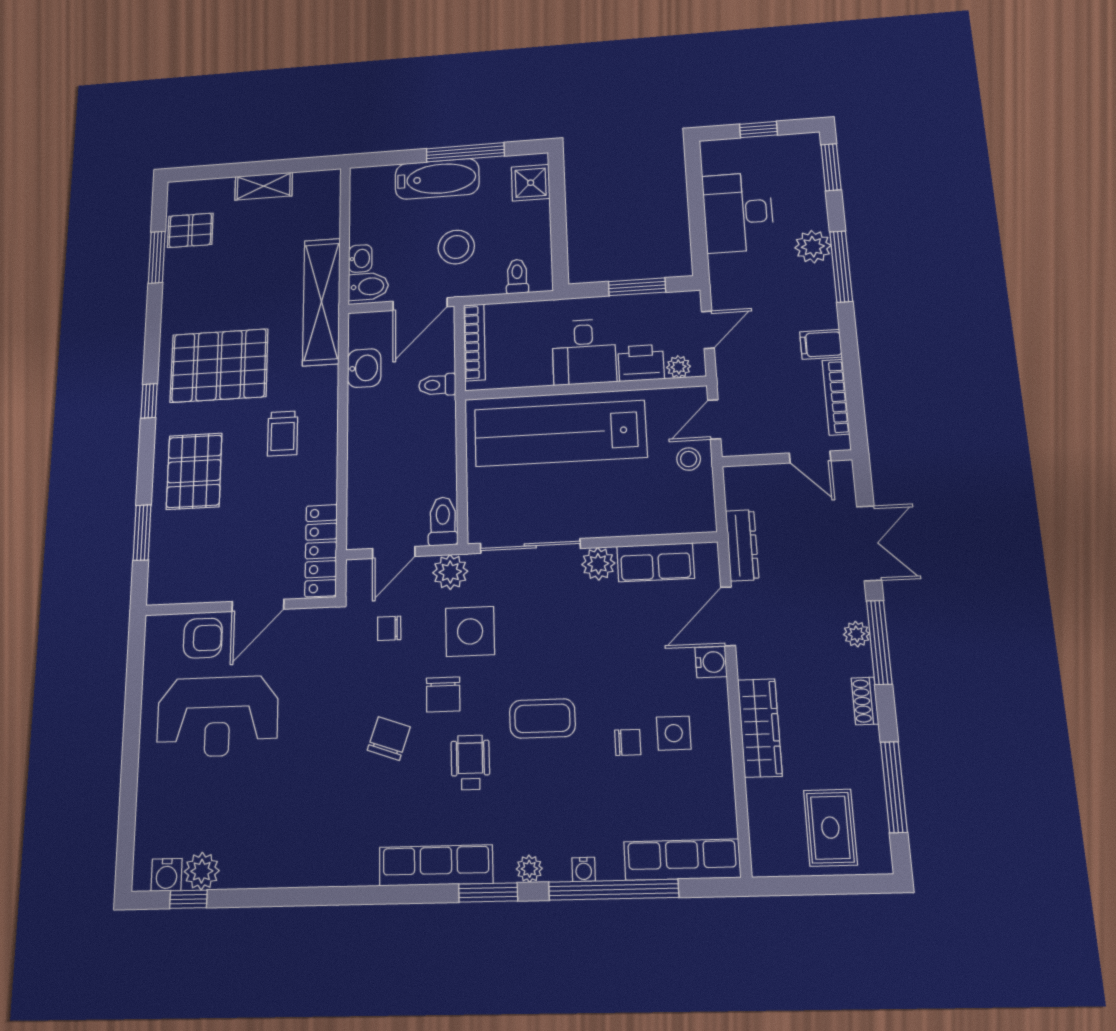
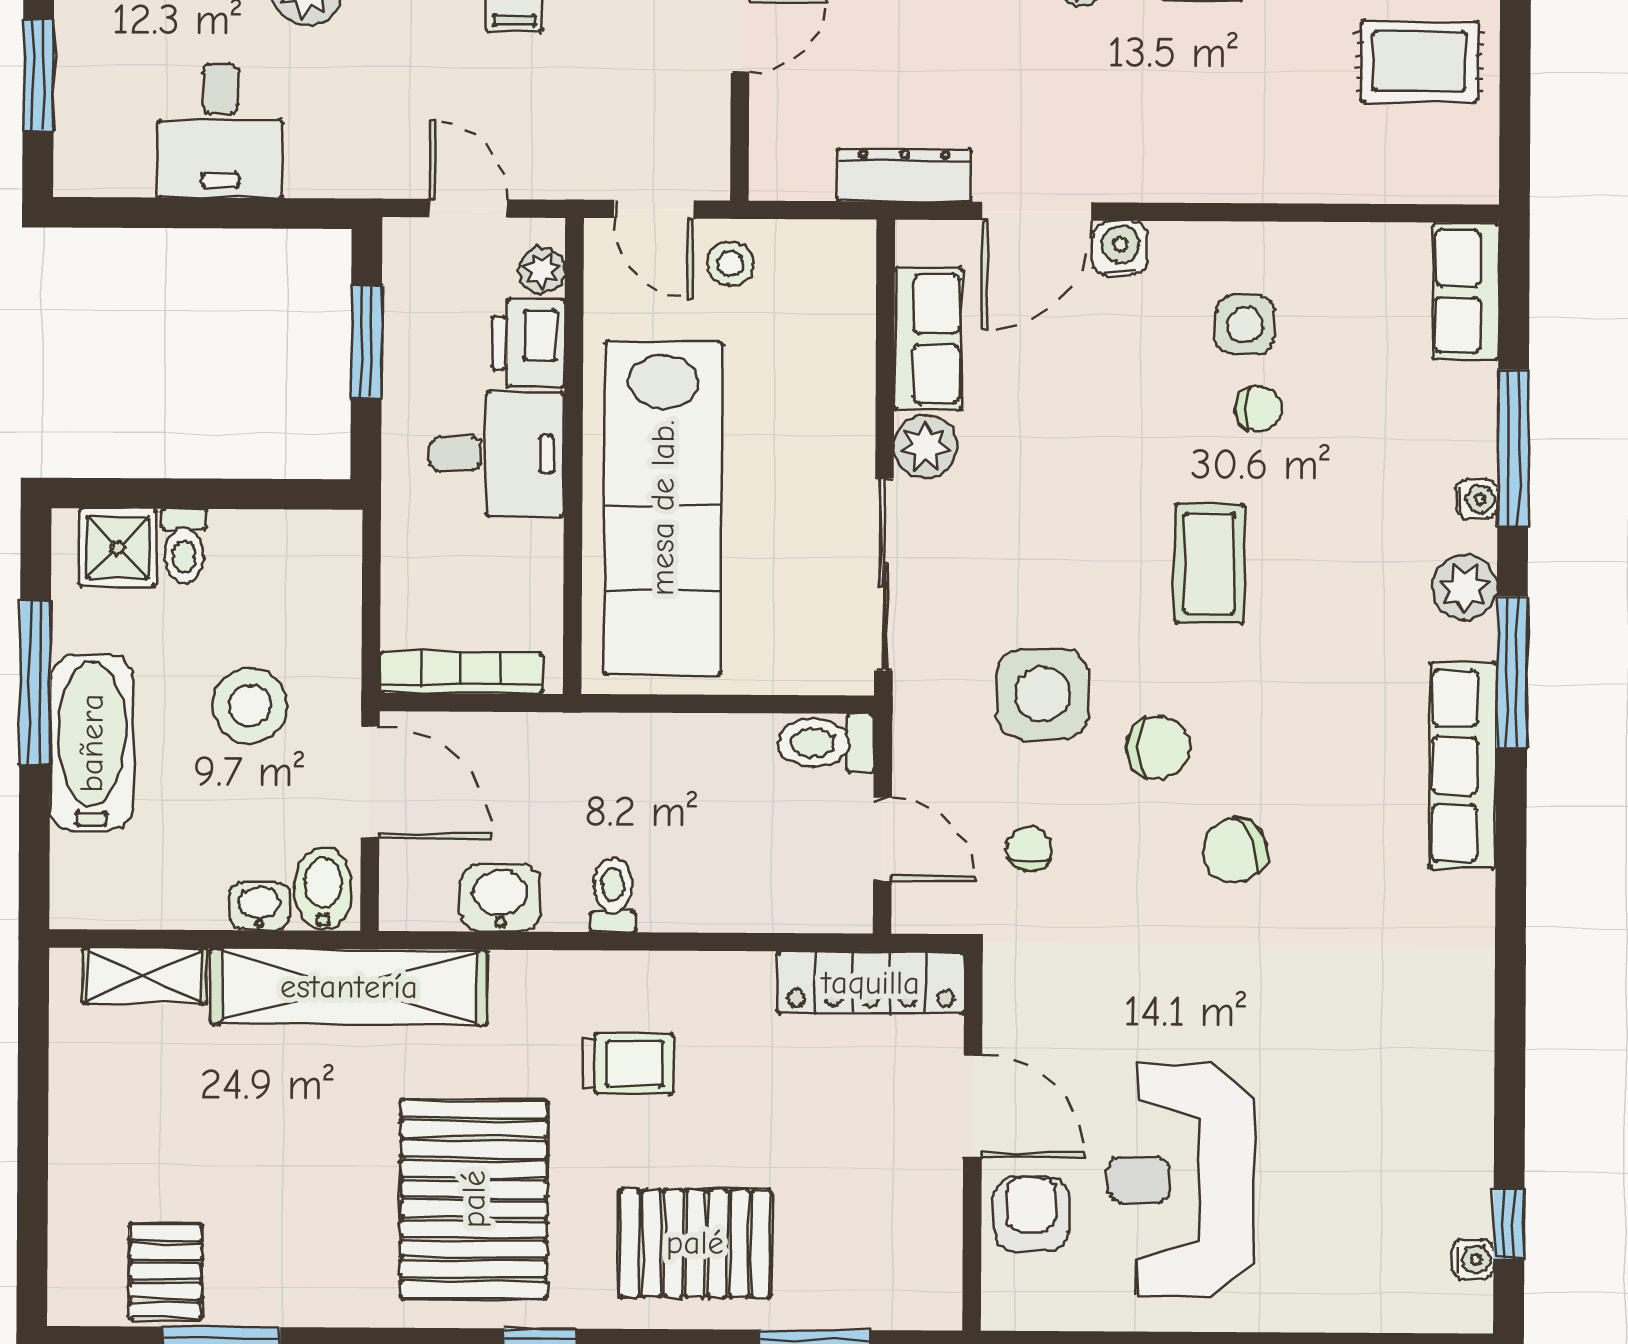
window: (758, 130) -> (38, 75), width x1.50
shelving: (264, 186) -> (144, 976), moved, turned 90
desk: (738, 212) -> (220, 131), width x0.73
toilet: (517, 276) -> (184, 546), moved, turned -90
toilet: (437, 385) -> (613, 895), moved, turned 180
plant: (450, 572) -> (926, 730), removed
door: (728, 616) -> (1037, 211), hinge flipped
chair: (389, 628) -> (1029, 849), turned 180
reception desk: (218, 717) -> (1181, 1180), turned 180
wardrobe: (760, 728) -> (1242, 170), removed
chair: (389, 738) -> (1235, 851), turned -41
chair: (628, 742) -> (1259, 409), turned 90
wheelchair: (470, 762) -> (1284, 699), removed
row of seats: (682, 860) -> (1466, 291), width x0.68
plant: (529, 869) -> (1465, 587), width x1.38, depth x1.38
plant: (202, 871) -> (1461, 1201), removed
water cooler: (167, 875) -> (1473, 1260), width x0.72, depth x0.72
window: (613, 890) -> (1513, 448), width x0.68
window: (488, 892) -> (1512, 672), width x1.44

